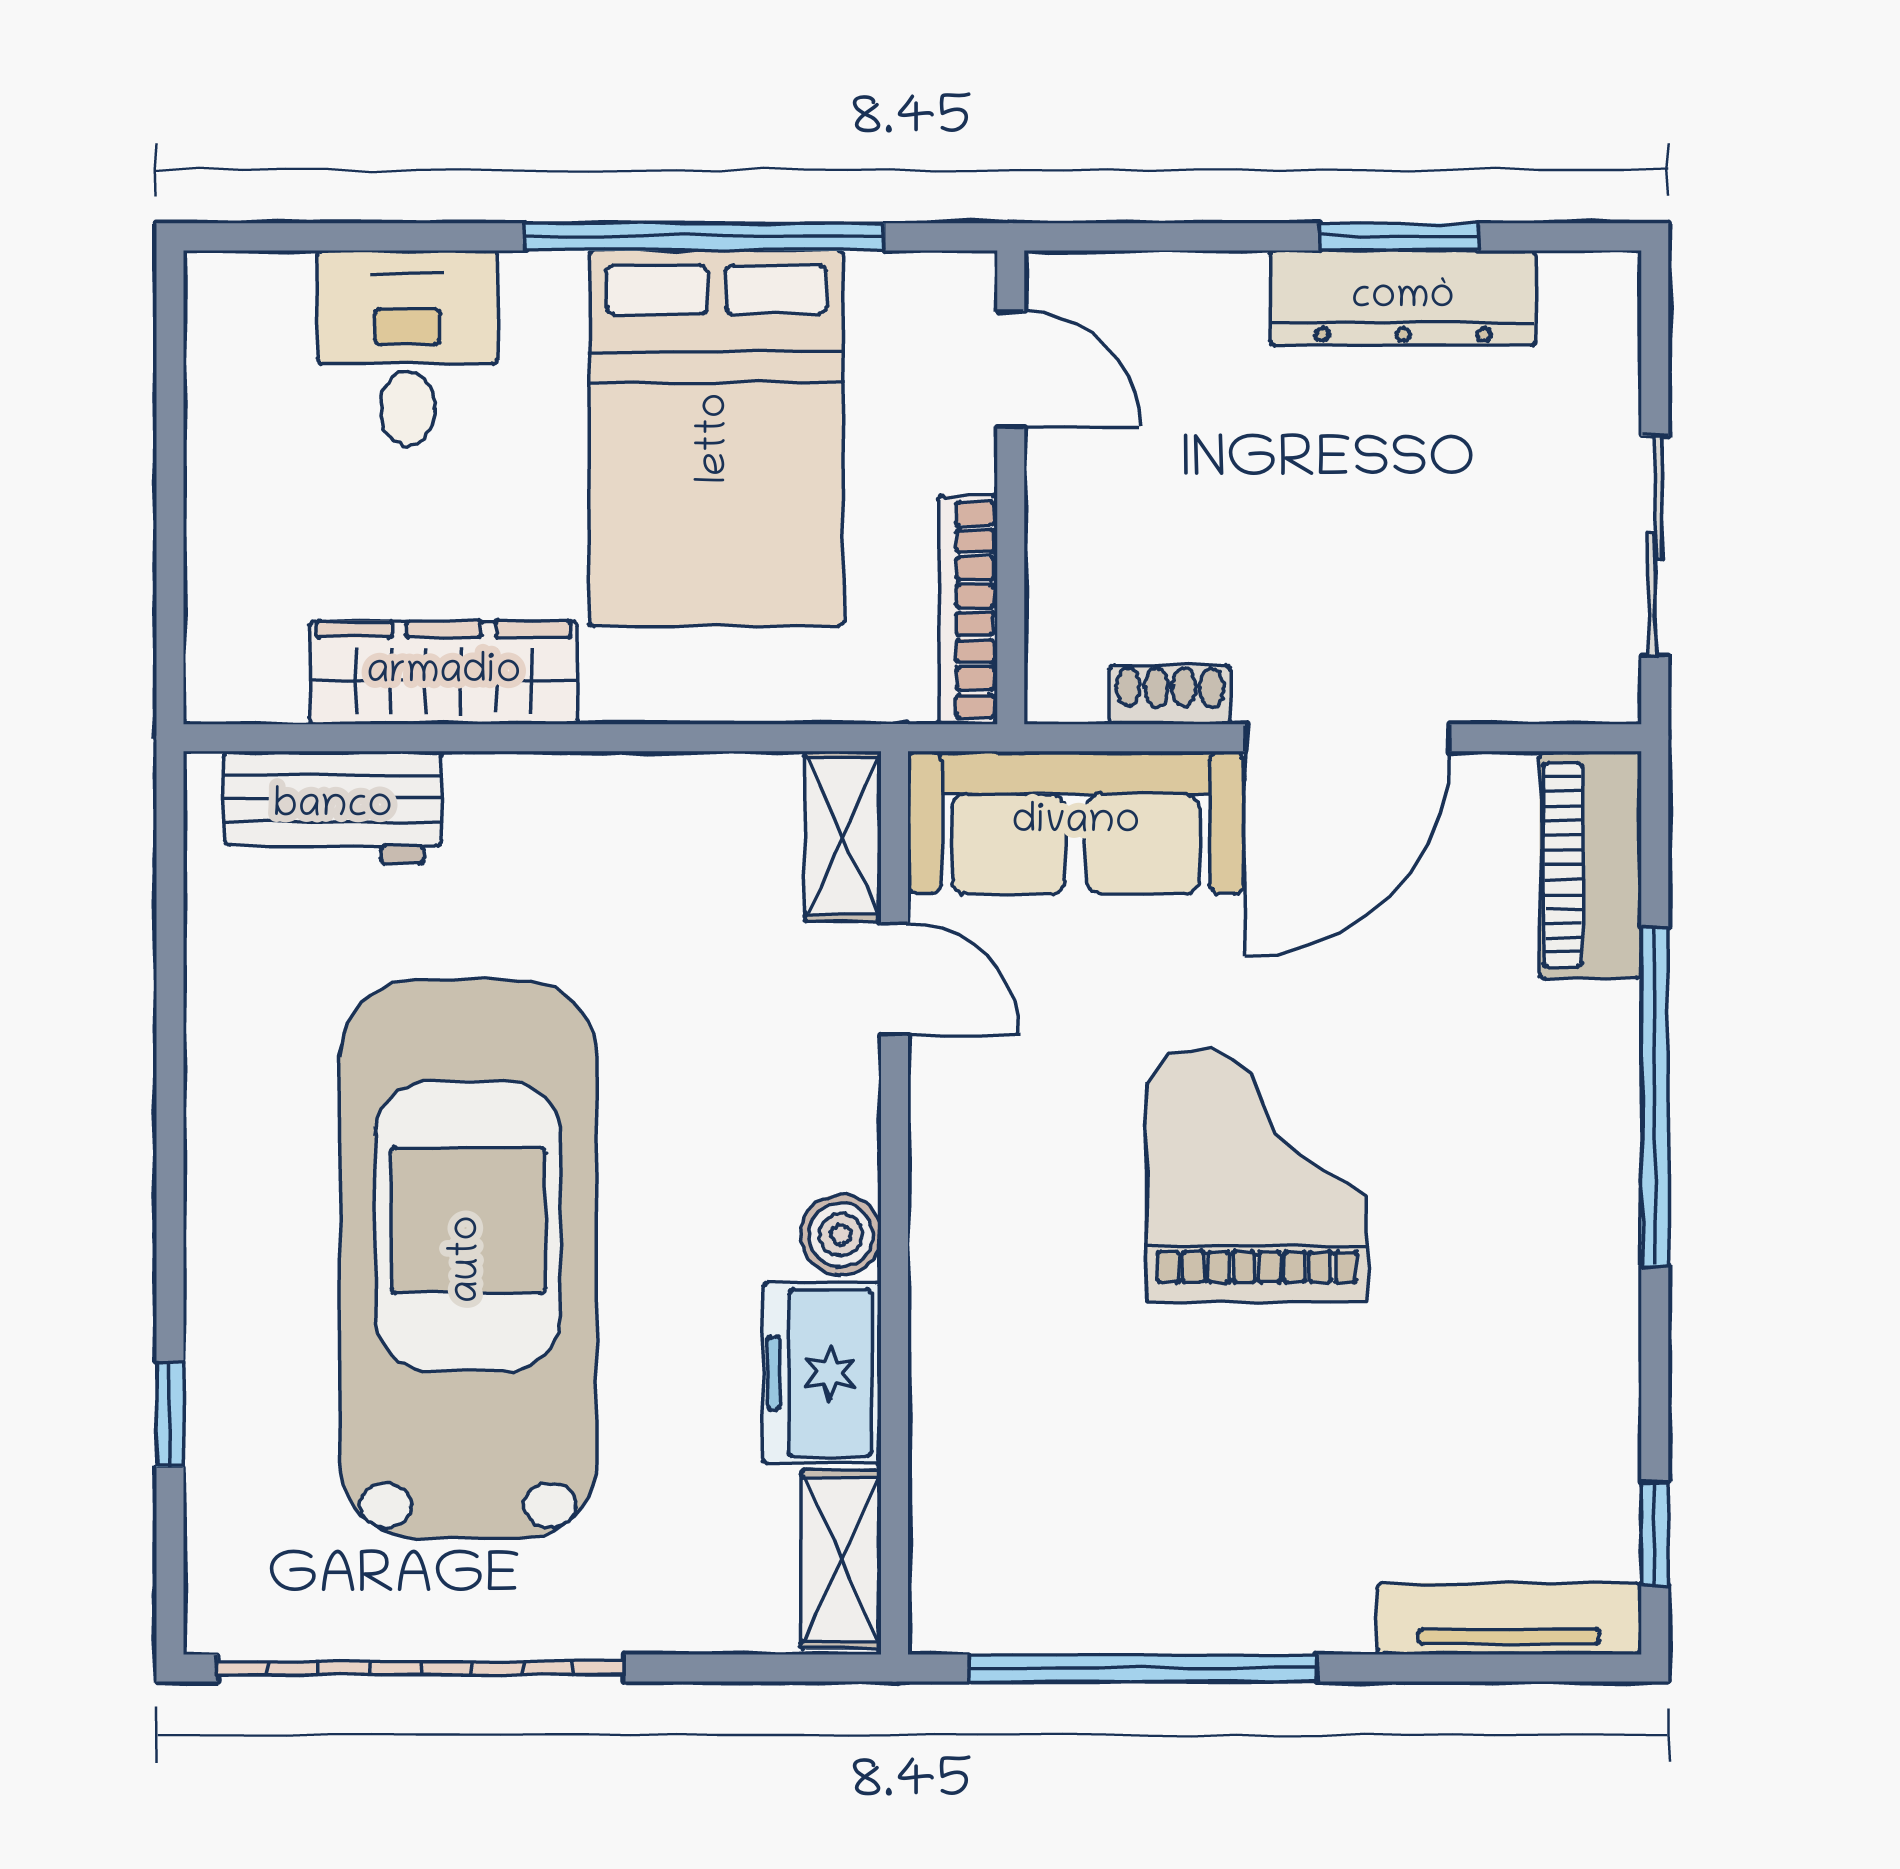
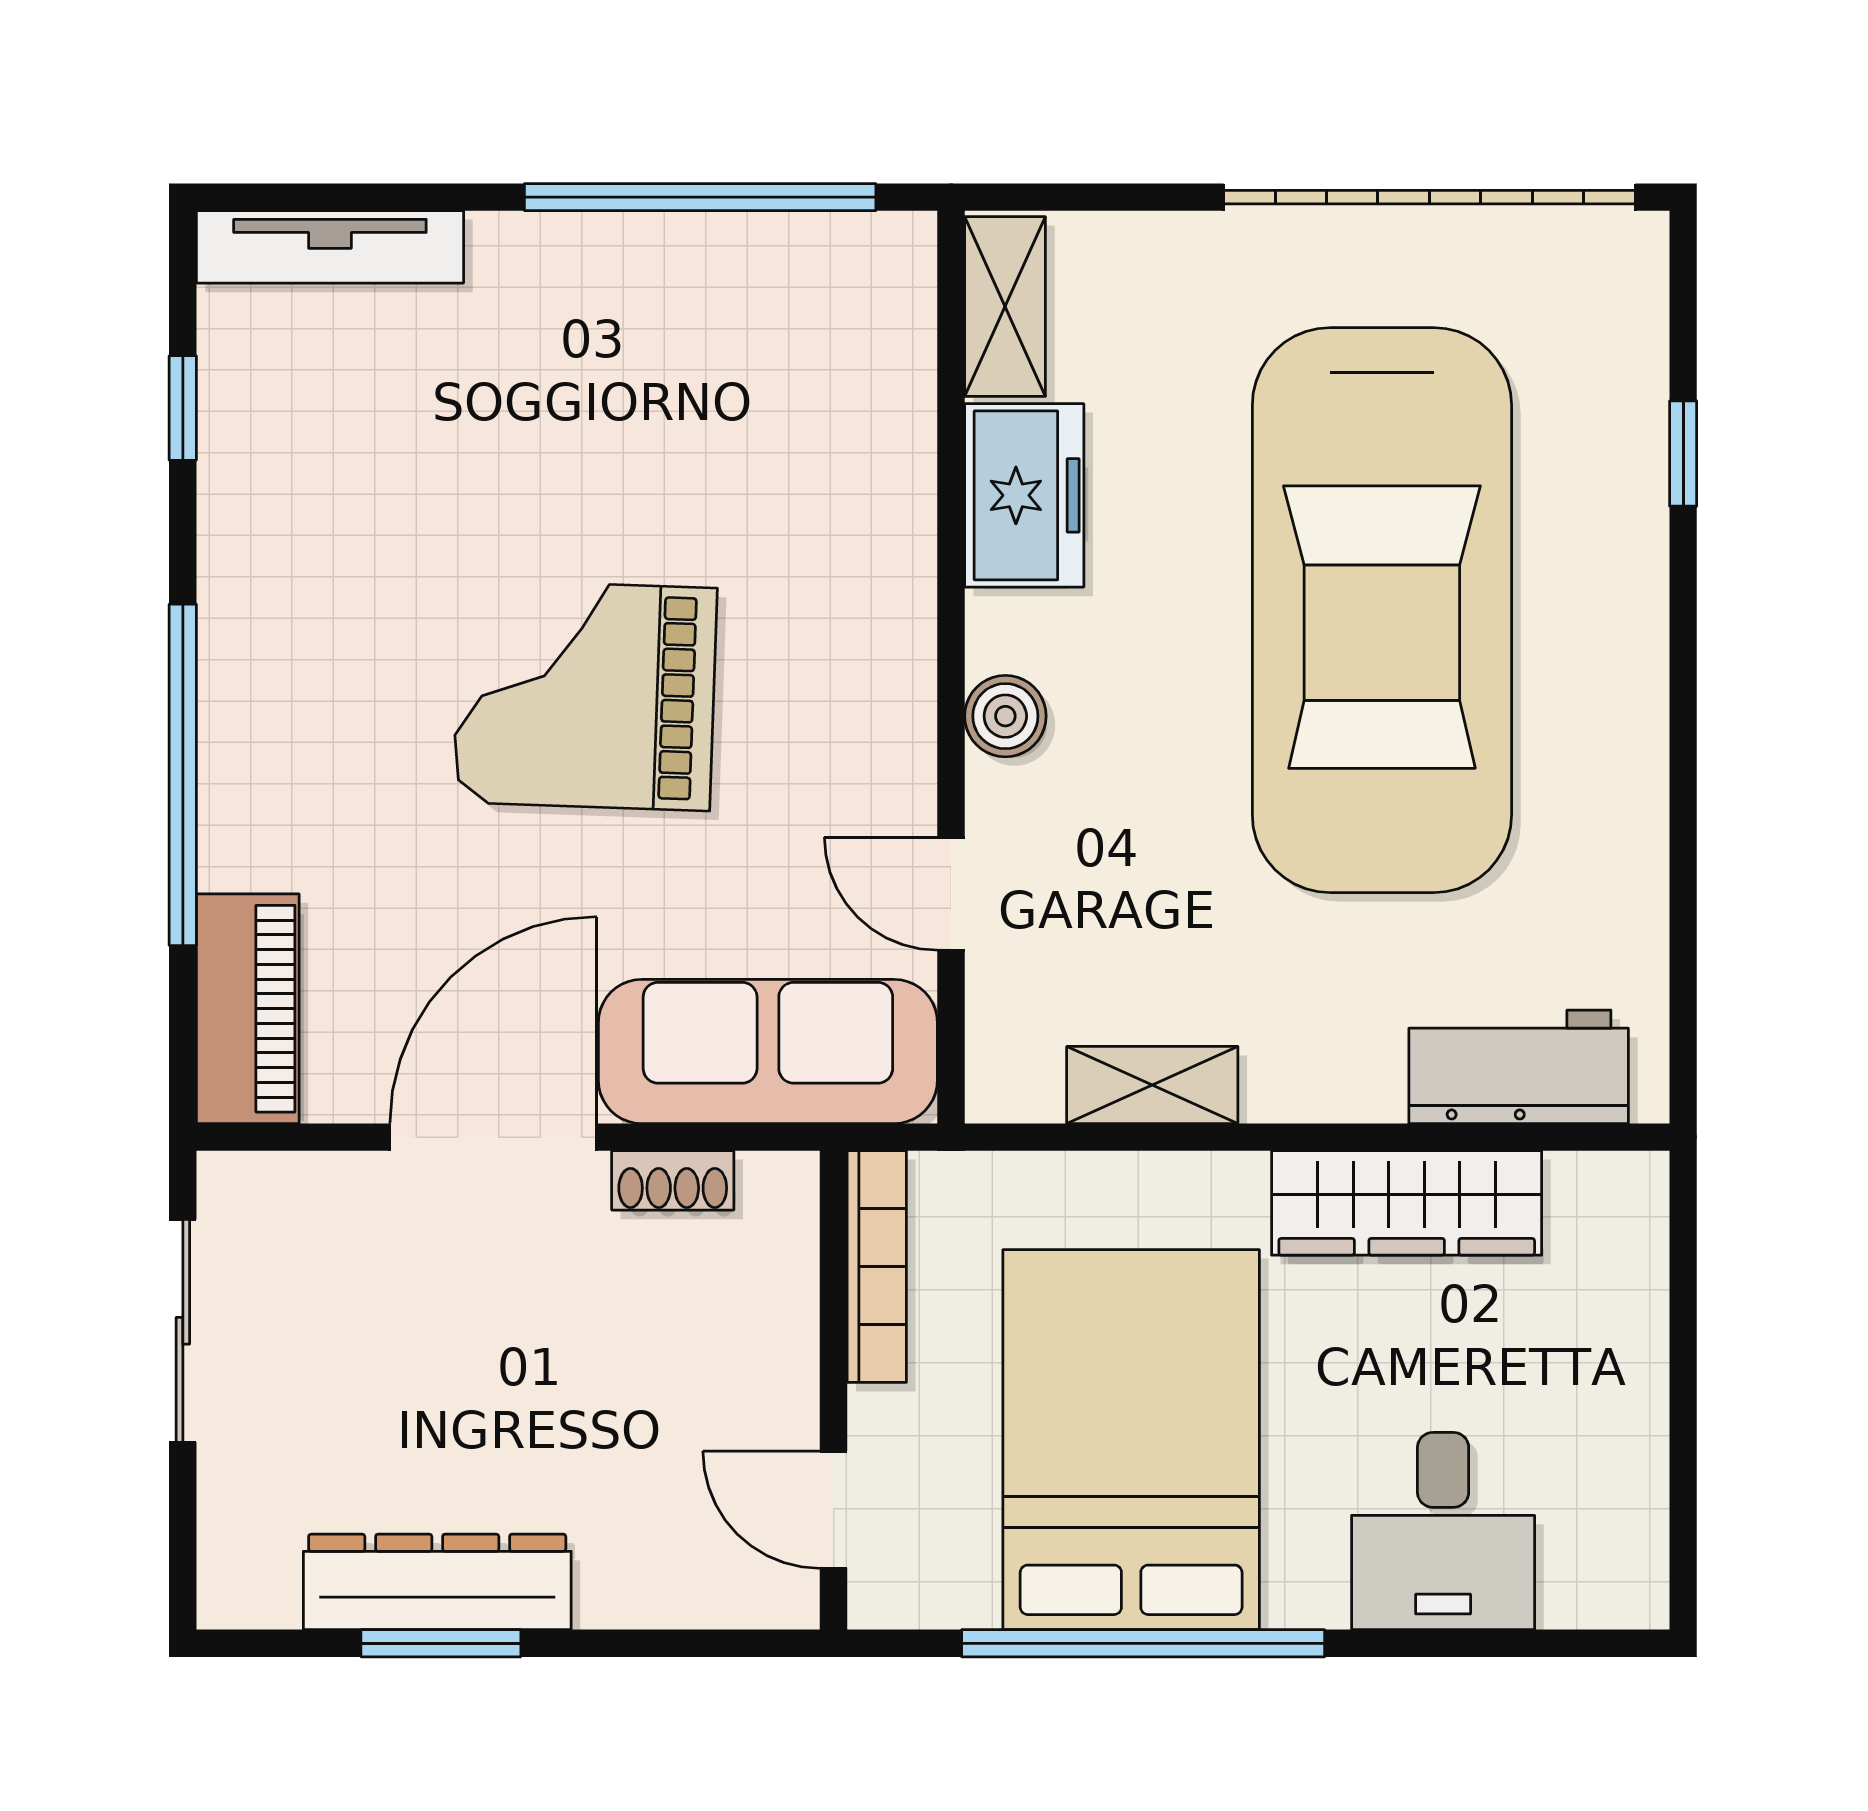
shelving: (843, 836) -> (1152, 1085), moved, turned 90
grand piano: (1257, 1175) -> (585, 695), turned 92
boiler: (841, 1235) -> (1005, 716), moved
window: (1655, 1534) -> (183, 408), moved

